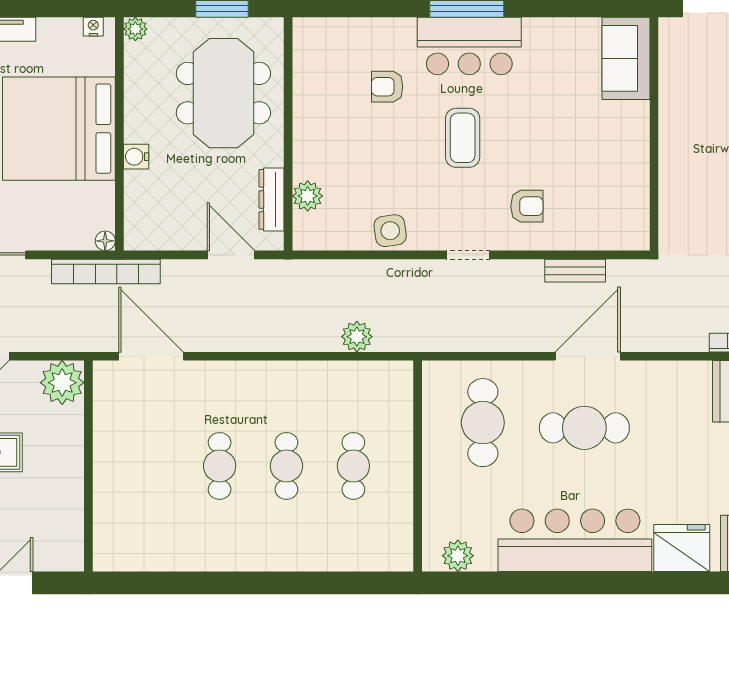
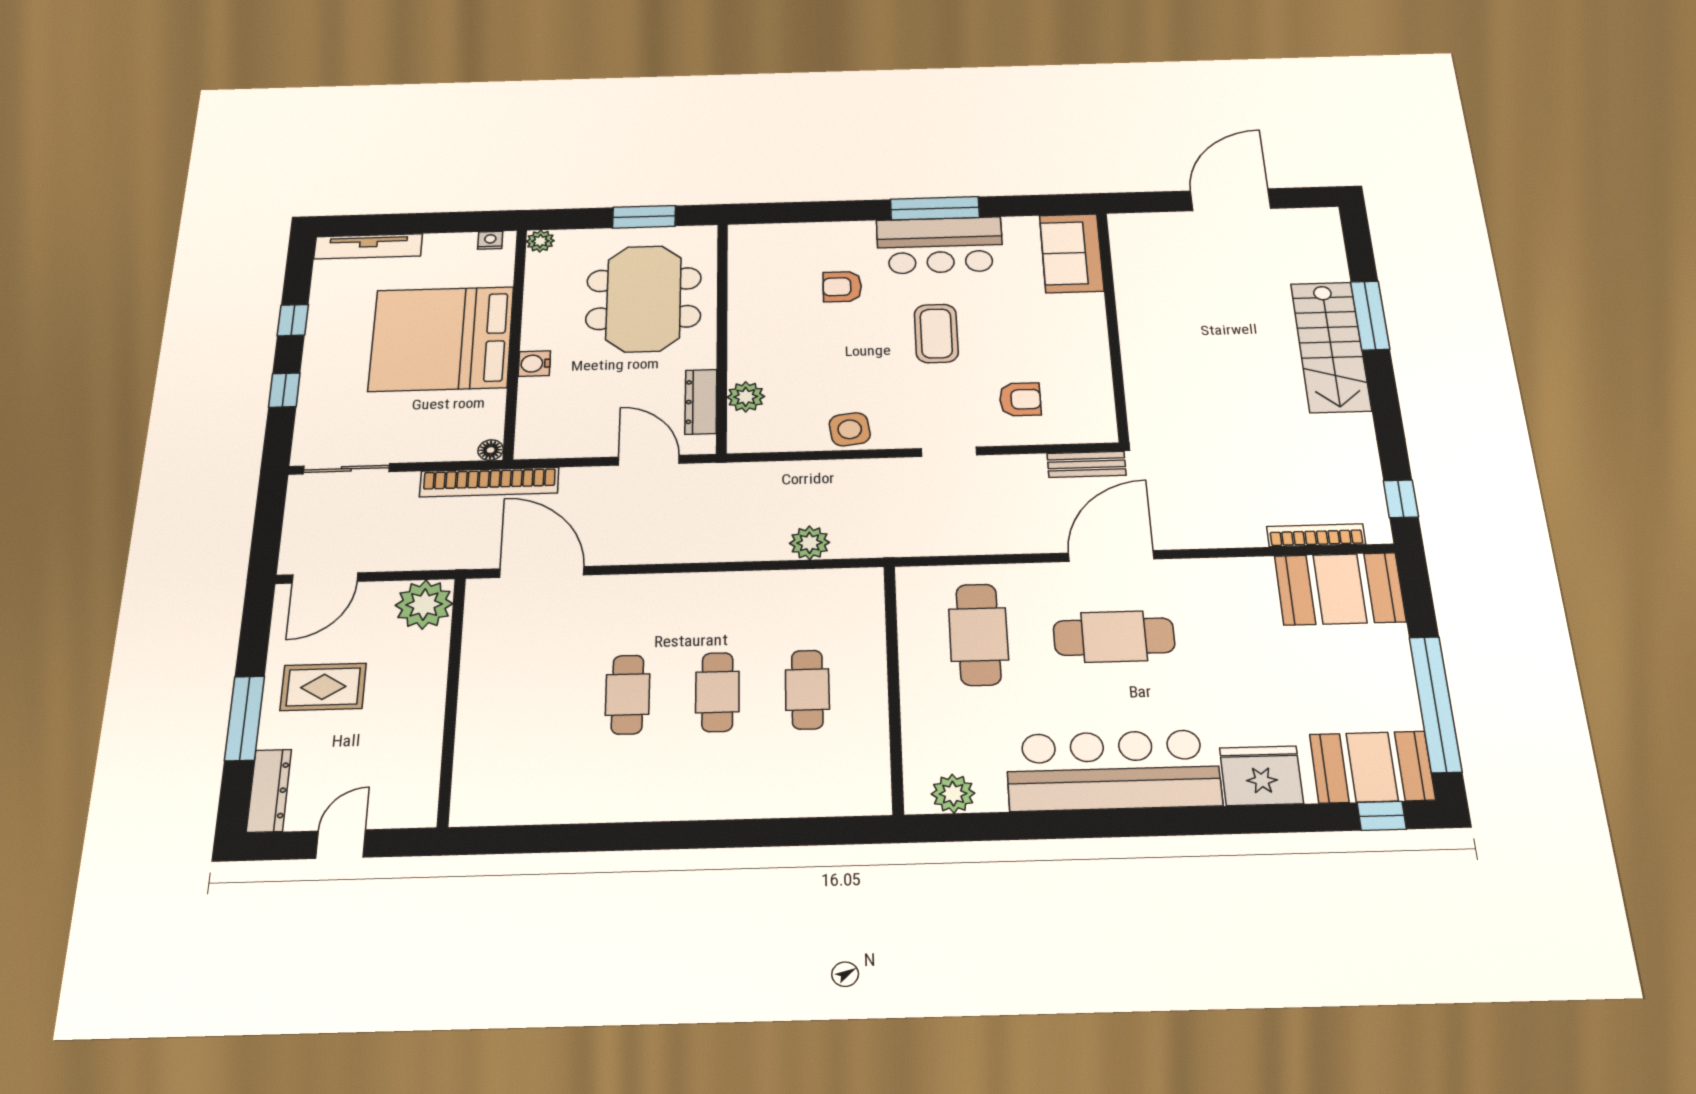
sofa: (626, 58) -> (1072, 253), moved
wall: (654, 134) -> (1112, 325), moved

